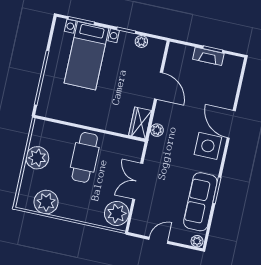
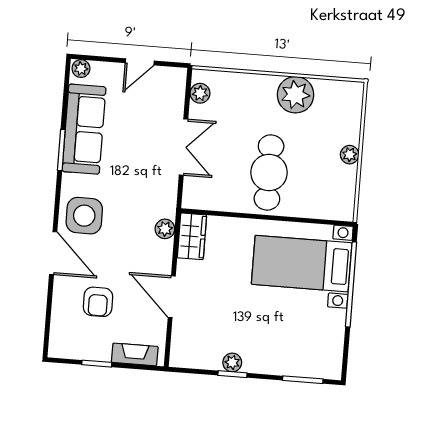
plant: (141, 41) -> (232, 362), moved
bed with nightstands: (87, 56) -> (302, 264), moved, turned -90
fireplace: (208, 56) -> (135, 354), moved
armchair: (207, 89) -> (98, 302), added
plant: (37, 158) -> (350, 155), width x0.53, depth x0.53
plant: (46, 202) -> (295, 95), moved
plant: (117, 213) -> (200, 93), width x0.53, depth x0.53

